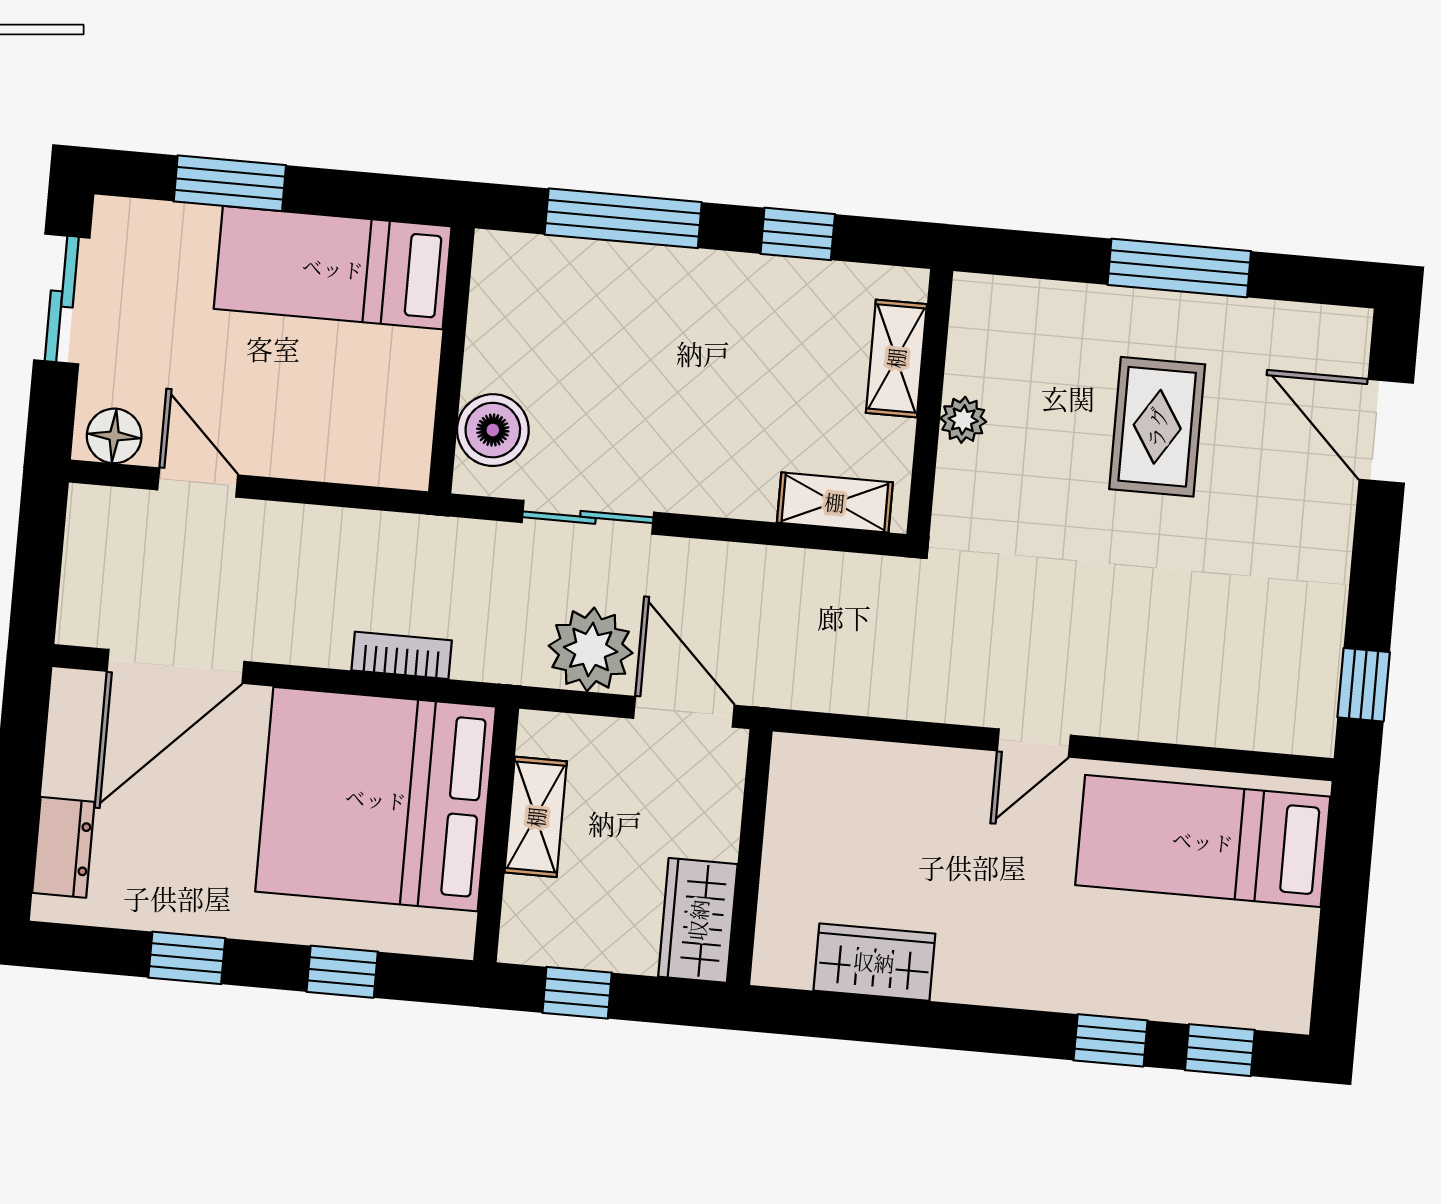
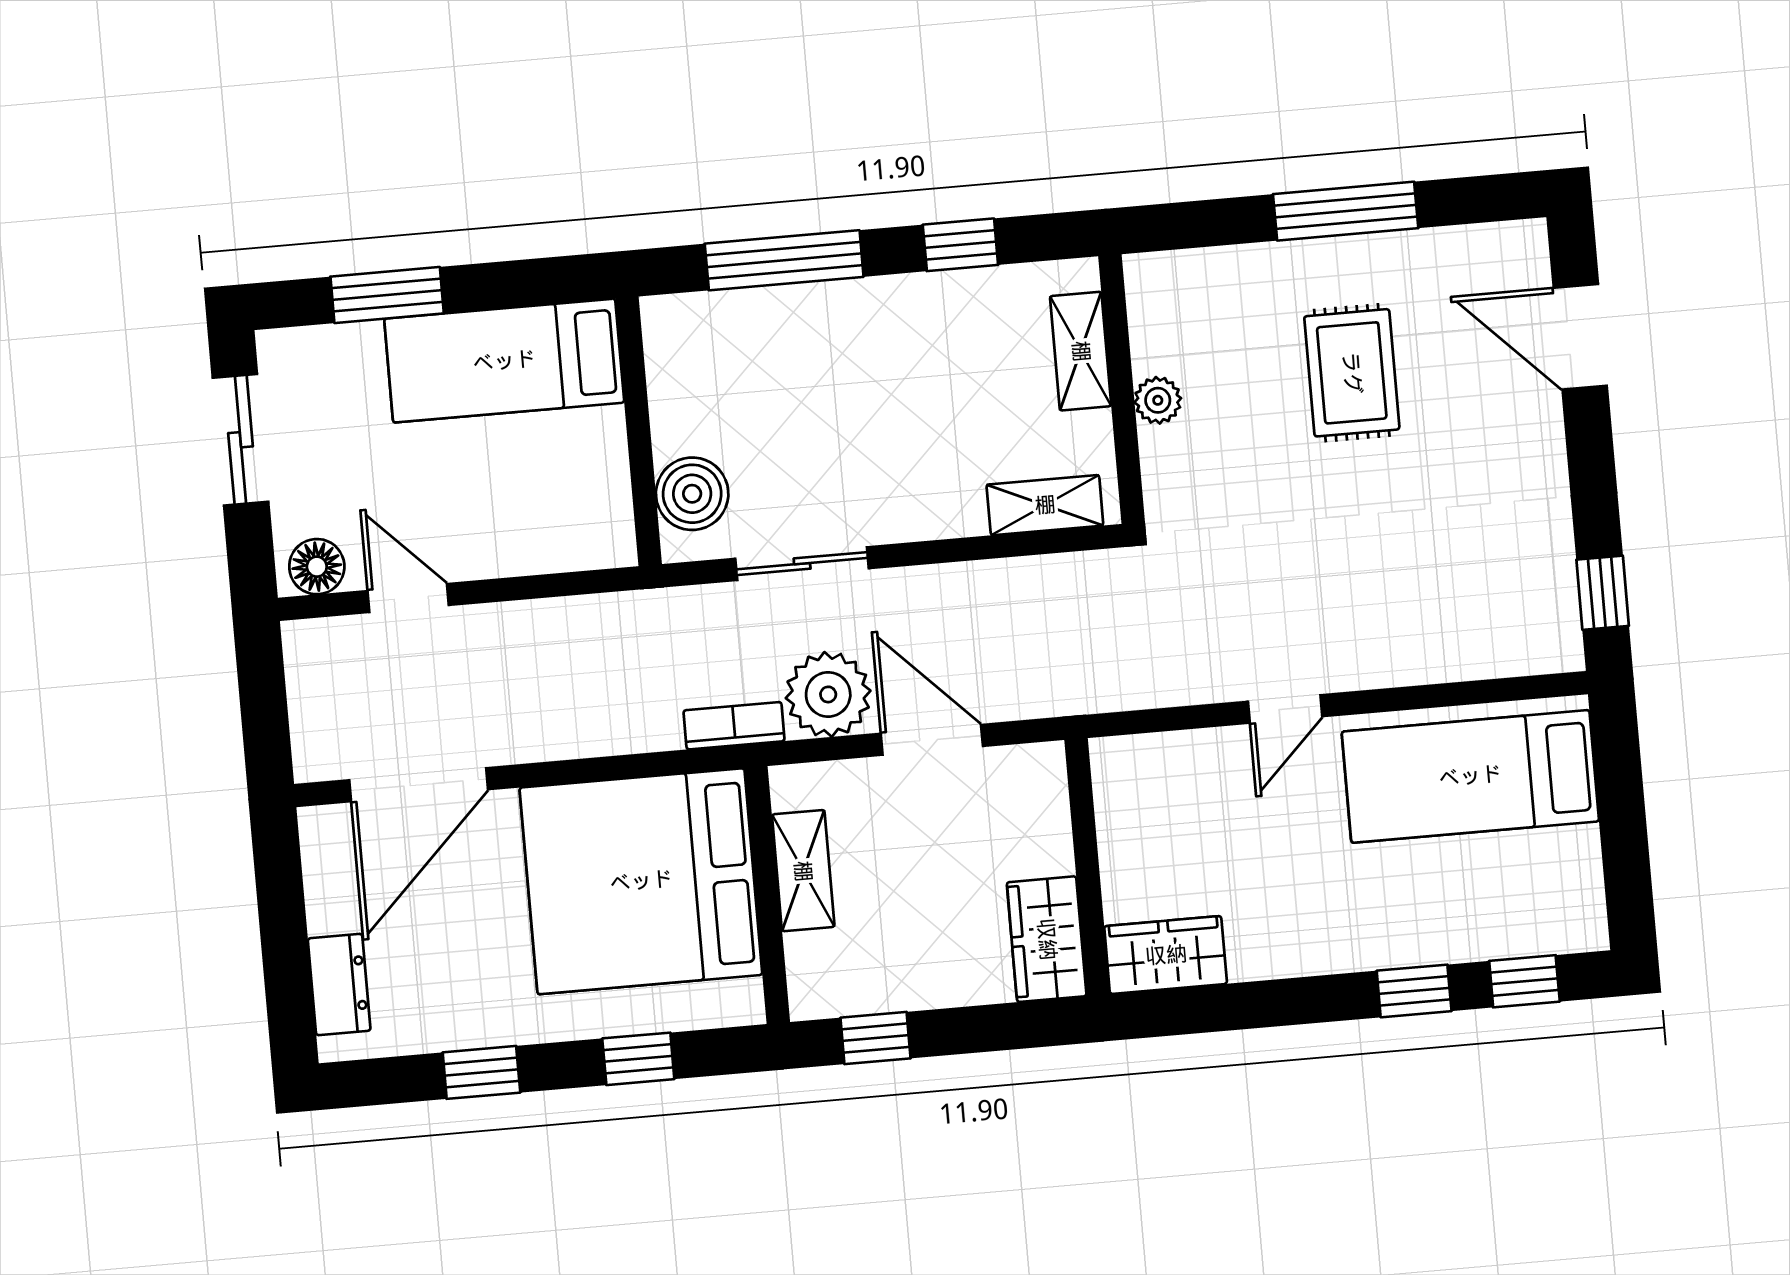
bookcase: (402, 655) -> (734, 726), moved
wall: (750, 857) -> (1087, 867), moved
wardrobe: (698, 920) -> (1047, 939), moved

